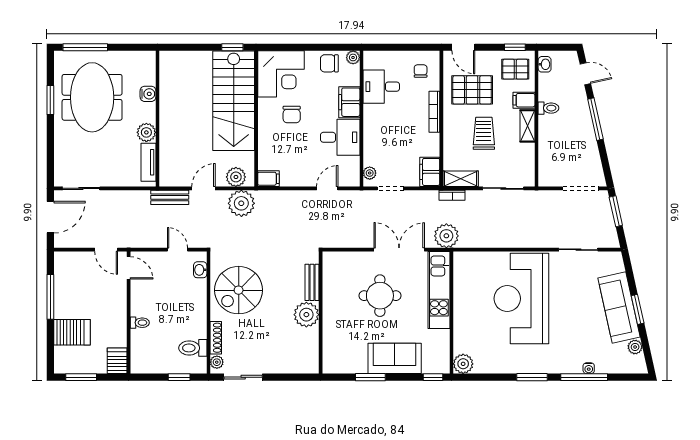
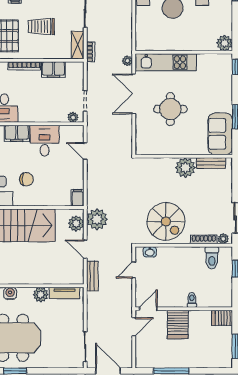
filing cabinet: (430, 172) -> (53, 70), moved
plant: (446, 236) -> (127, 61), width x0.53, depth x0.53
bench: (312, 282) -> (211, 163), moved
server rack: (72, 332) -> (178, 325), moved, turned 180
sofa: (395, 358) -> (220, 134), moved

